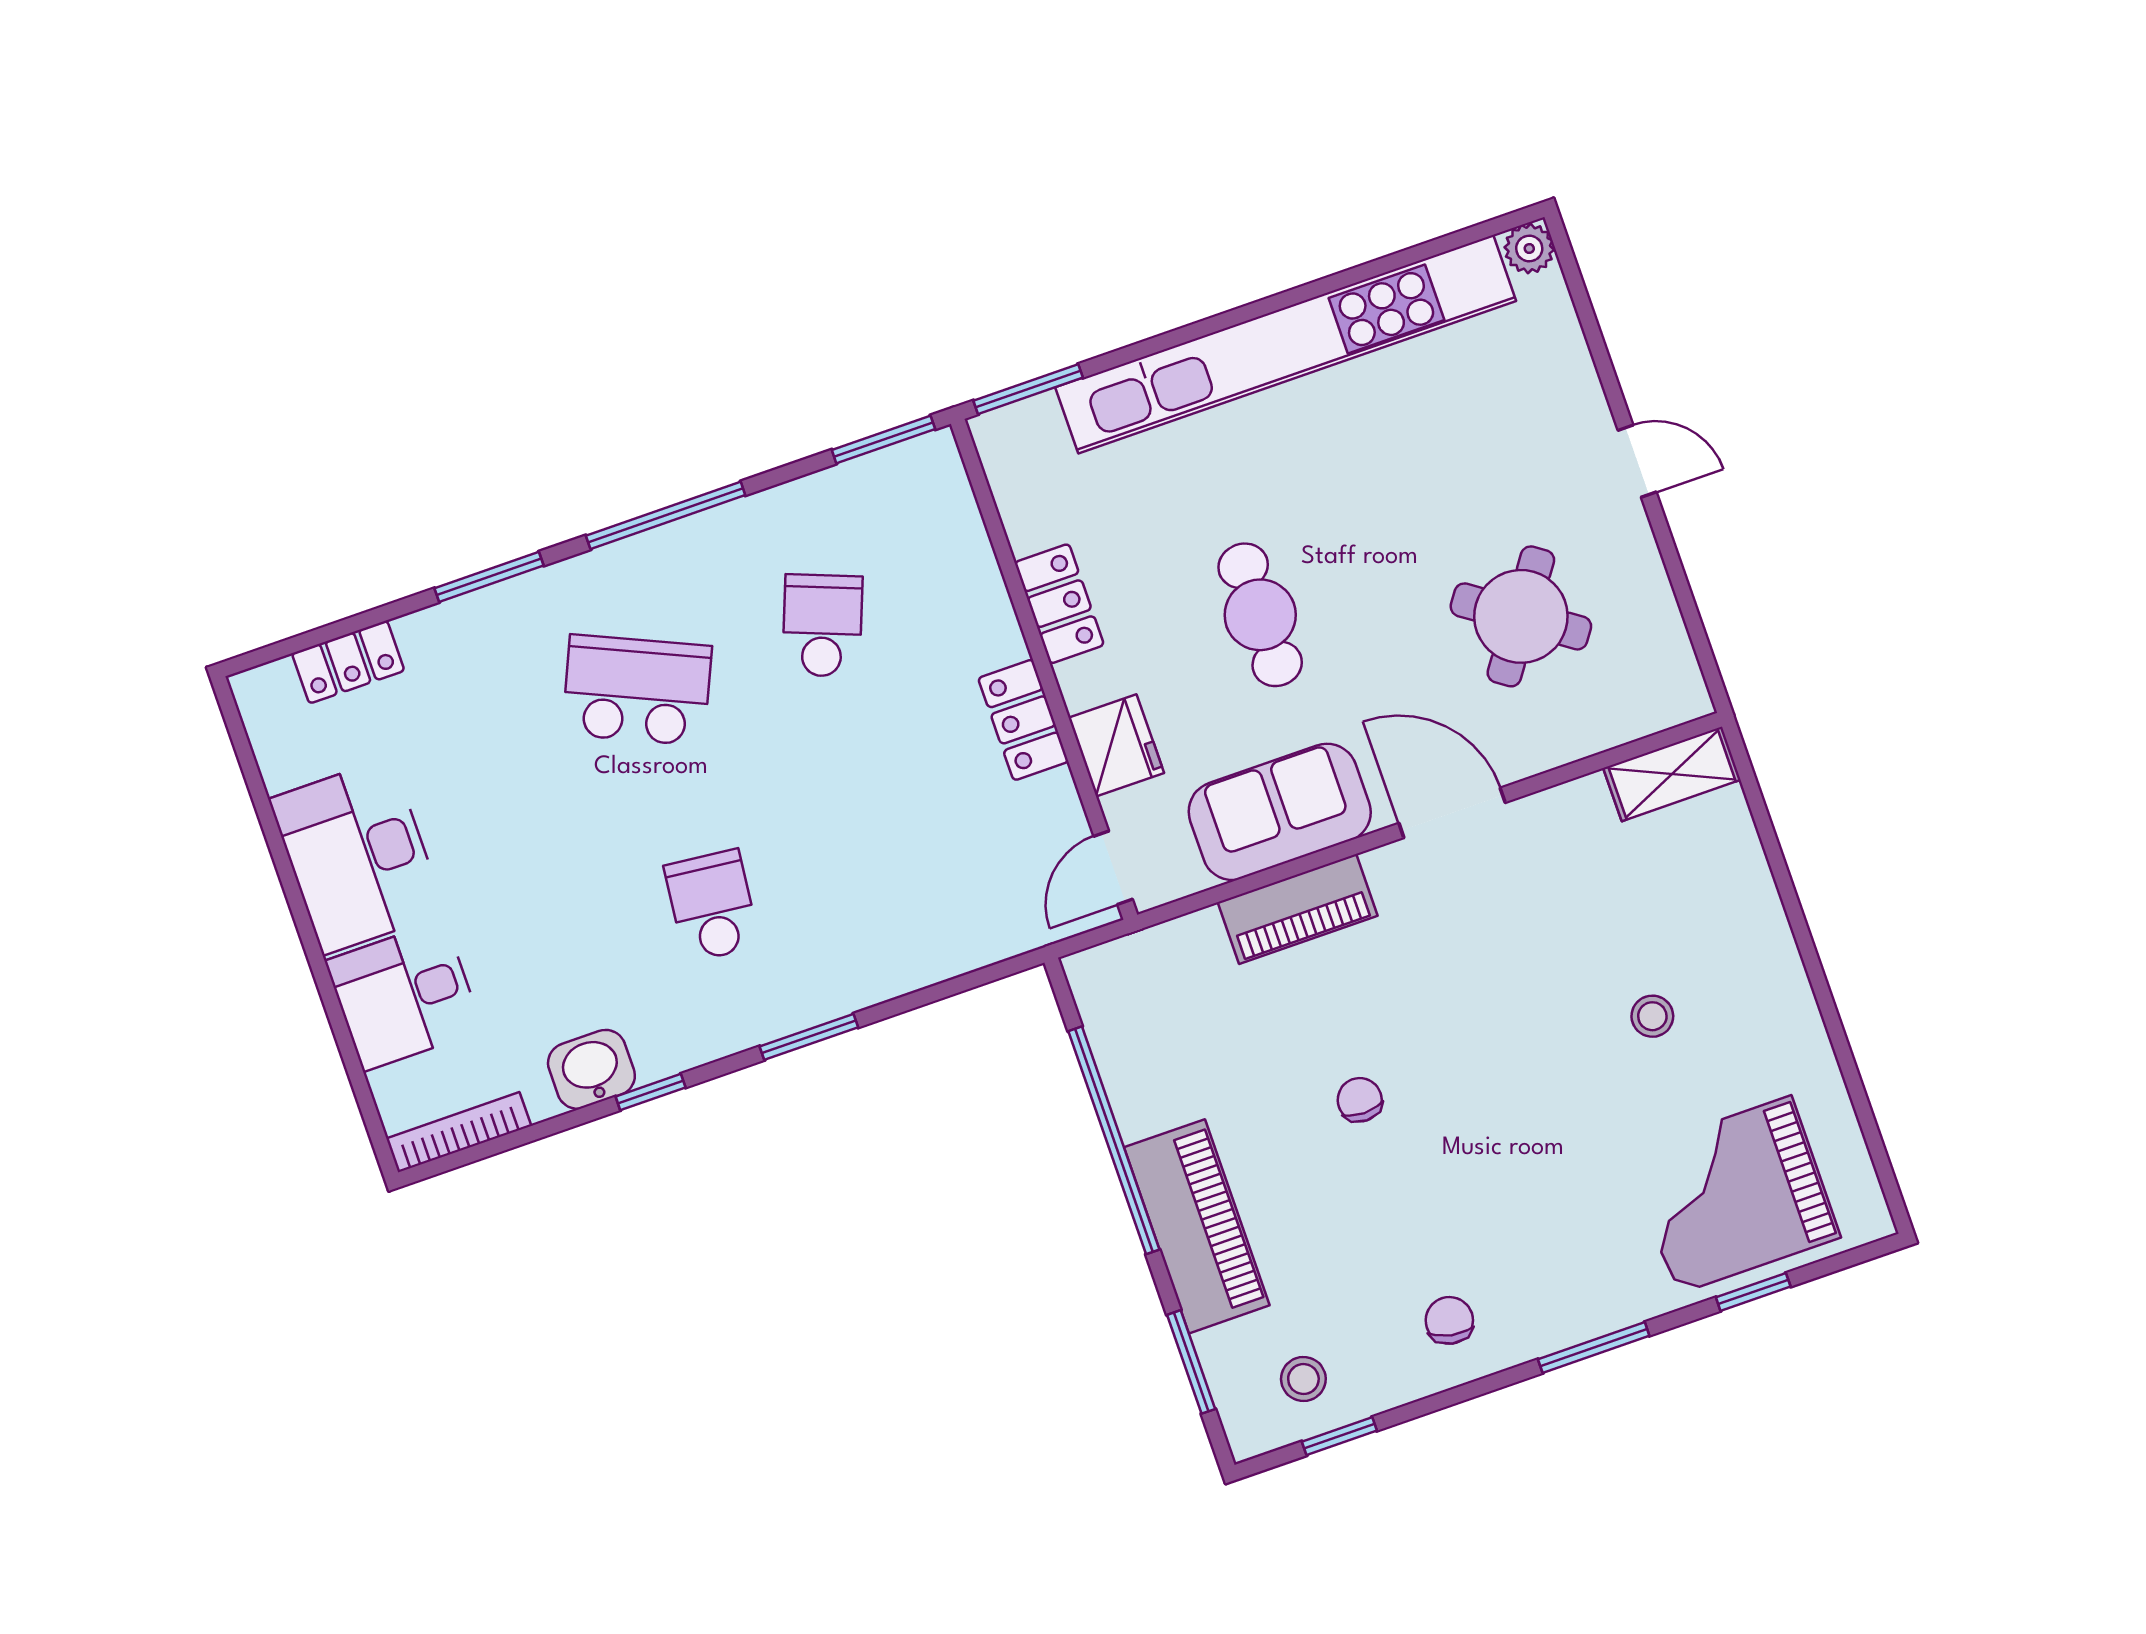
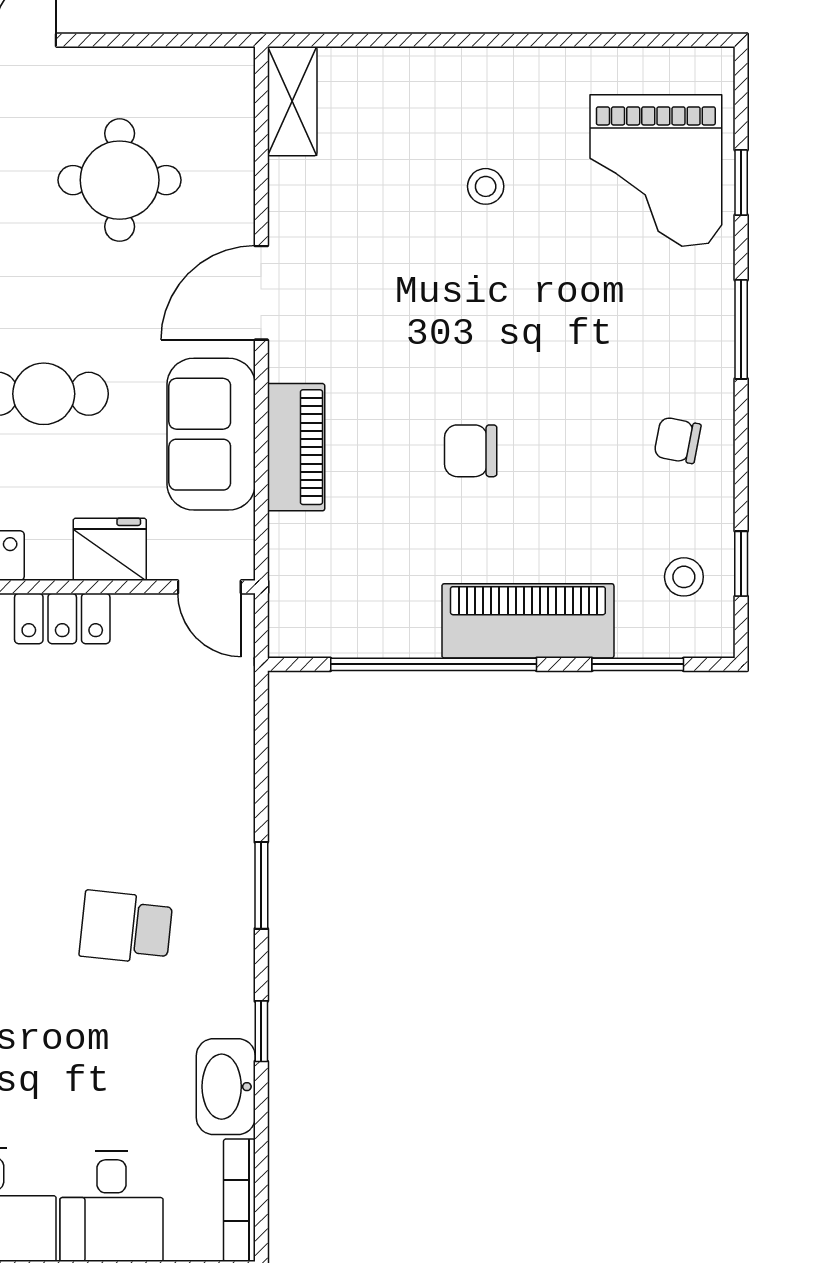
round table: (1521, 616) -> (120, 180), turned -35
washbasin: (591, 1069) -> (226, 1087), width x1.38
chair: (1360, 1100) -> (471, 451), width x1.37, depth x1.37

